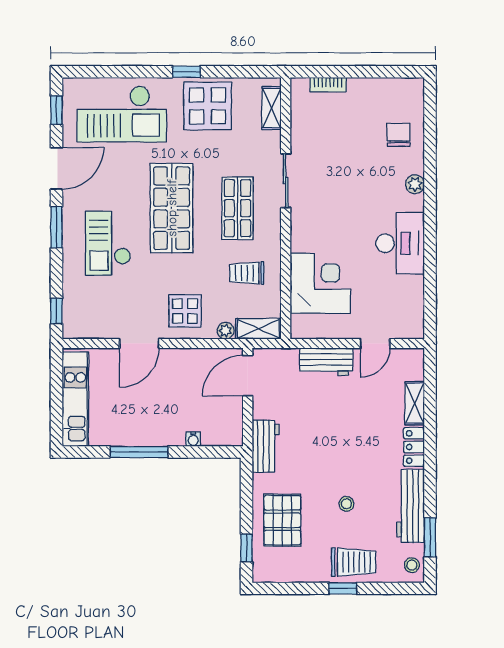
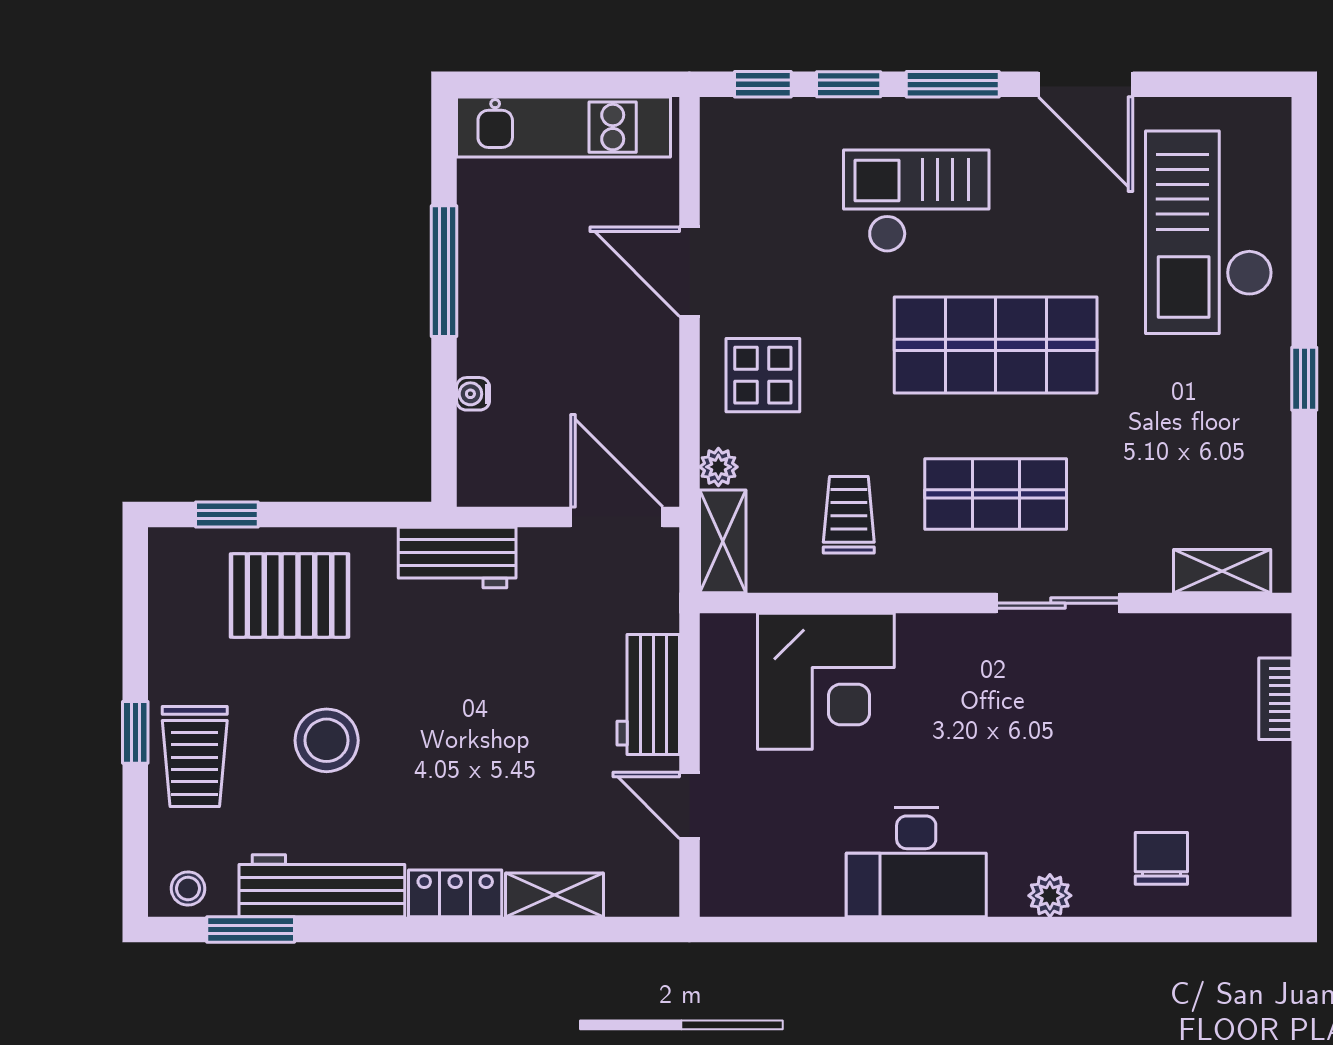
display table: (208, 106) -> (1227, 426), removed
window: (56, 110) -> (849, 84), moved
chair: (399, 135) -> (1161, 858), turned -90
stool: (346, 504) -> (327, 740), width x1.89, depth x1.89

